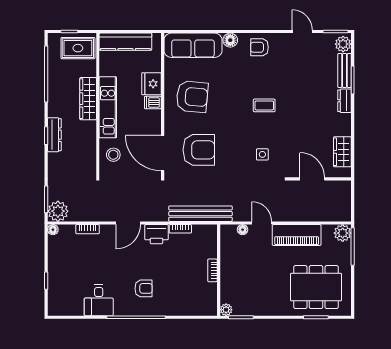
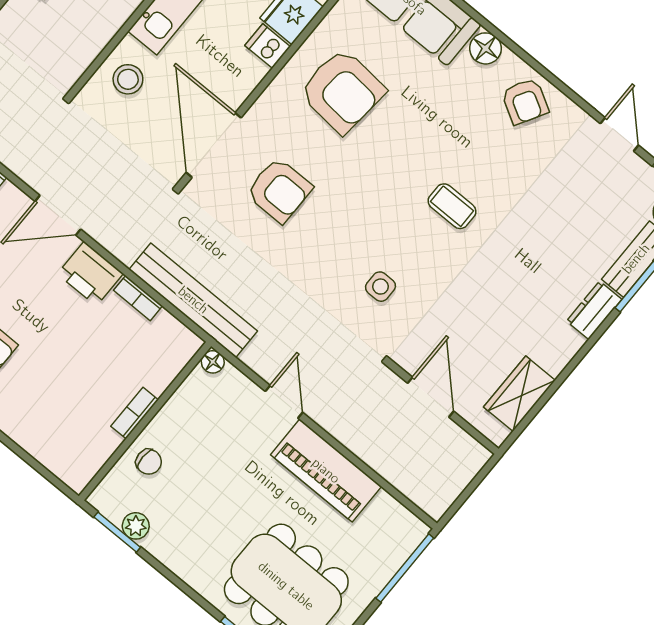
armchair: (259, 47) -> (525, 101), turned -150
armchair: (199, 150) -> (279, 190), width x0.73, depth x0.73
floor lamp: (243, 230) -> (213, 362), moved
plant: (343, 233) -> (406, 531), removed
chair: (232, 283) -> (149, 462), added
plant: (226, 310) -> (136, 526), moved

